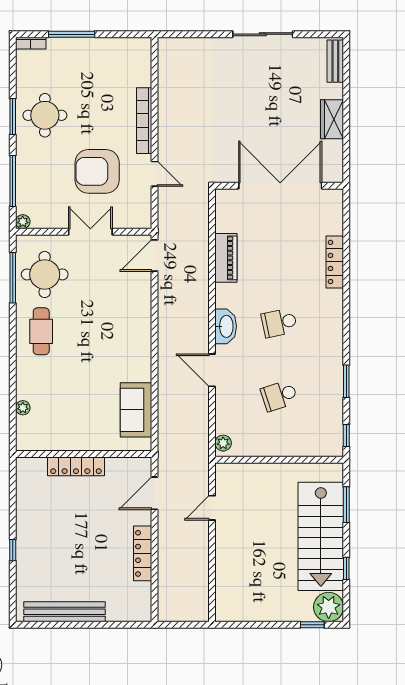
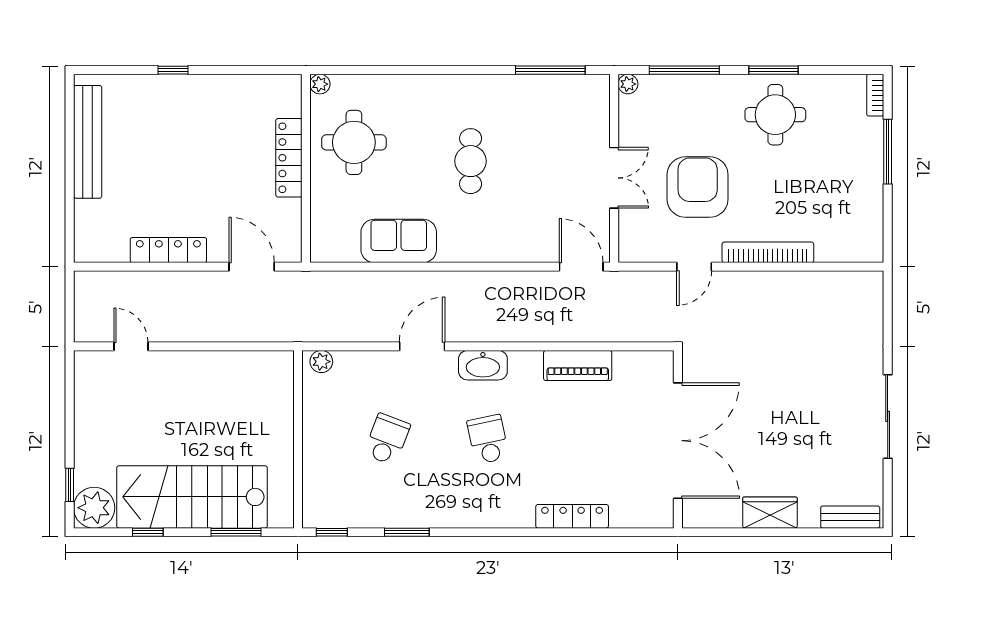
round table: (45, 274) -> (354, 142), moved
cafe table: (41, 331) -> (471, 161), moved, turned 90
school desk: (279, 396) -> (387, 439), turned 39
plant: (23, 408) -> (320, 84), moved
sofa: (136, 410) -> (399, 241), moved
door: (212, 508) -> (131, 346), moved

